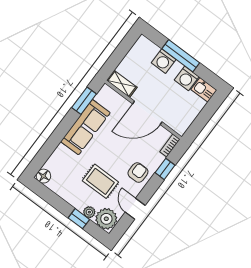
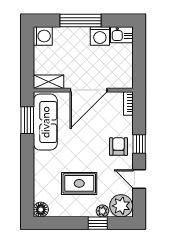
washing machine: (164, 61) -> (43, 36), moved, turned -90
sofa: (85, 127) -> (45, 122), moved
window: (165, 169) -> (139, 144), moved
rug: (100, 181) -> (79, 183), moved

